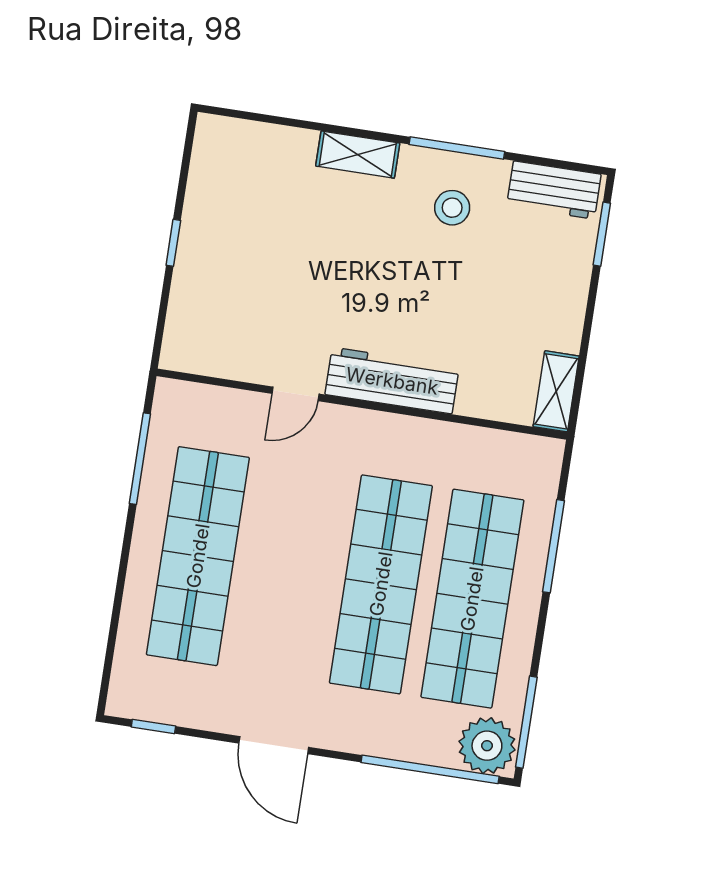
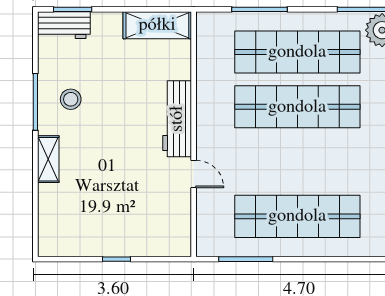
workbench: (554, 190) -> (64, 25), moved, turned 90
shelving: (556, 391) -> (157, 25), width x1.50, depth x1.33

